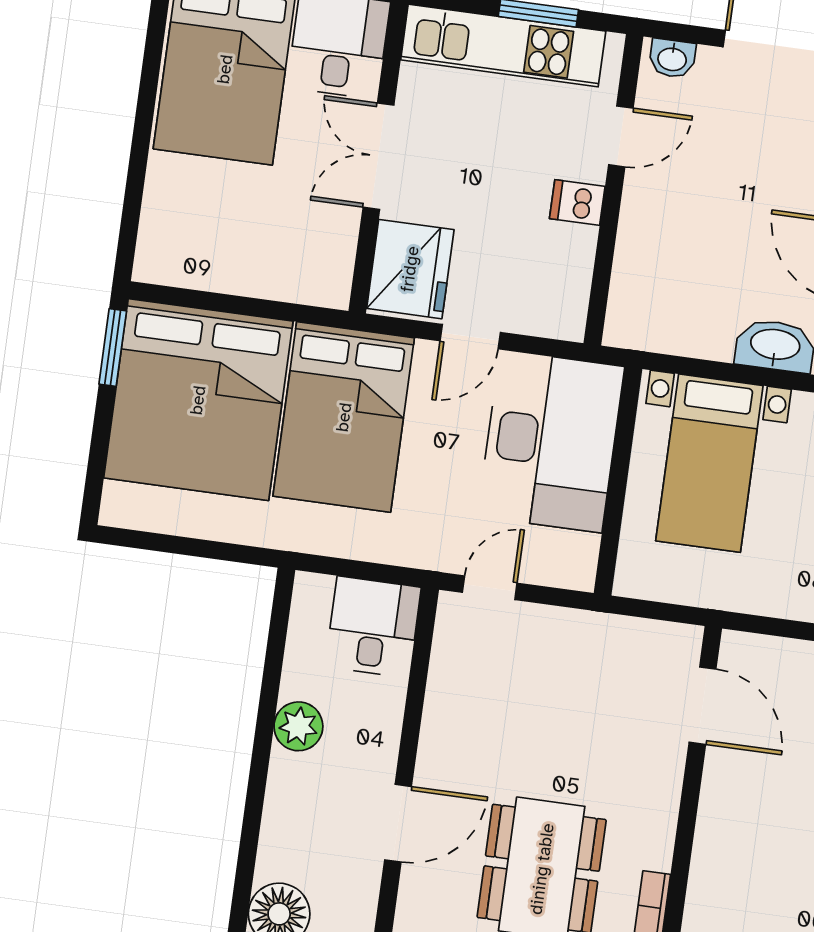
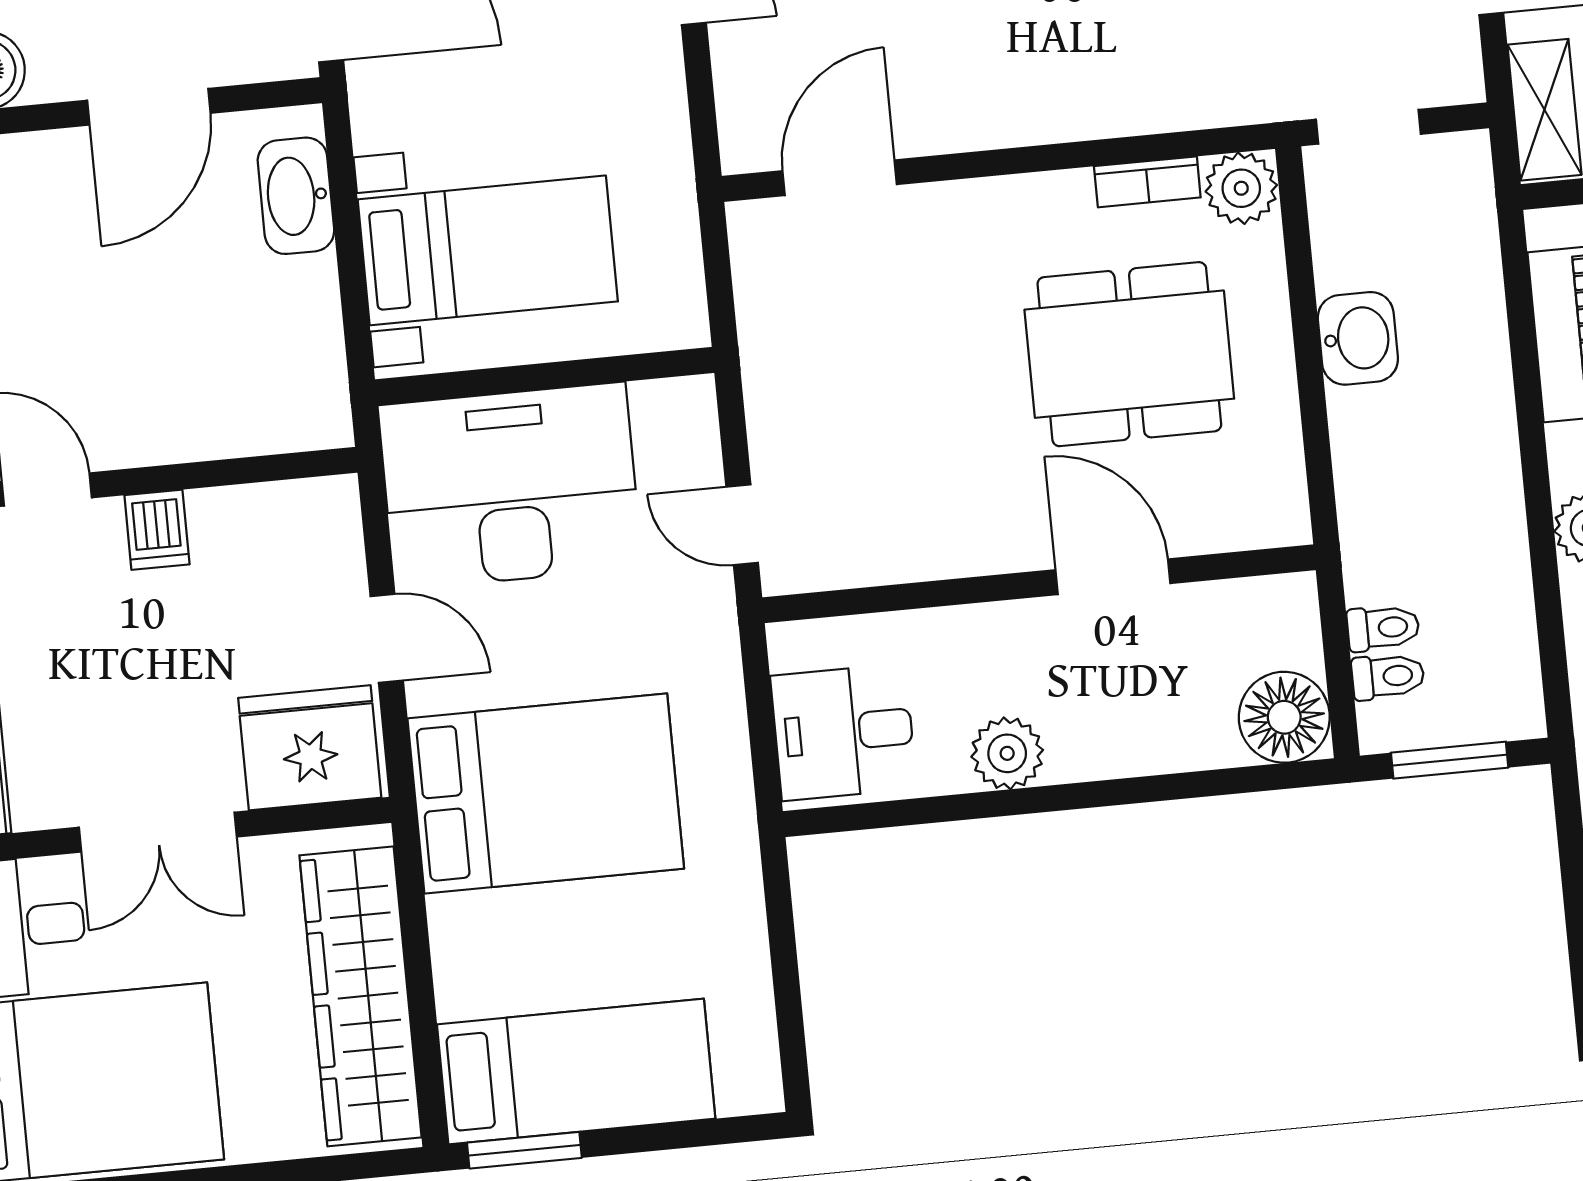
wardrobe: (239, 264) -> (360, 996), added
bed: (198, 400) -> (576, 1072), width x0.49
desk: (373, 627) -> (844, 732), moved

